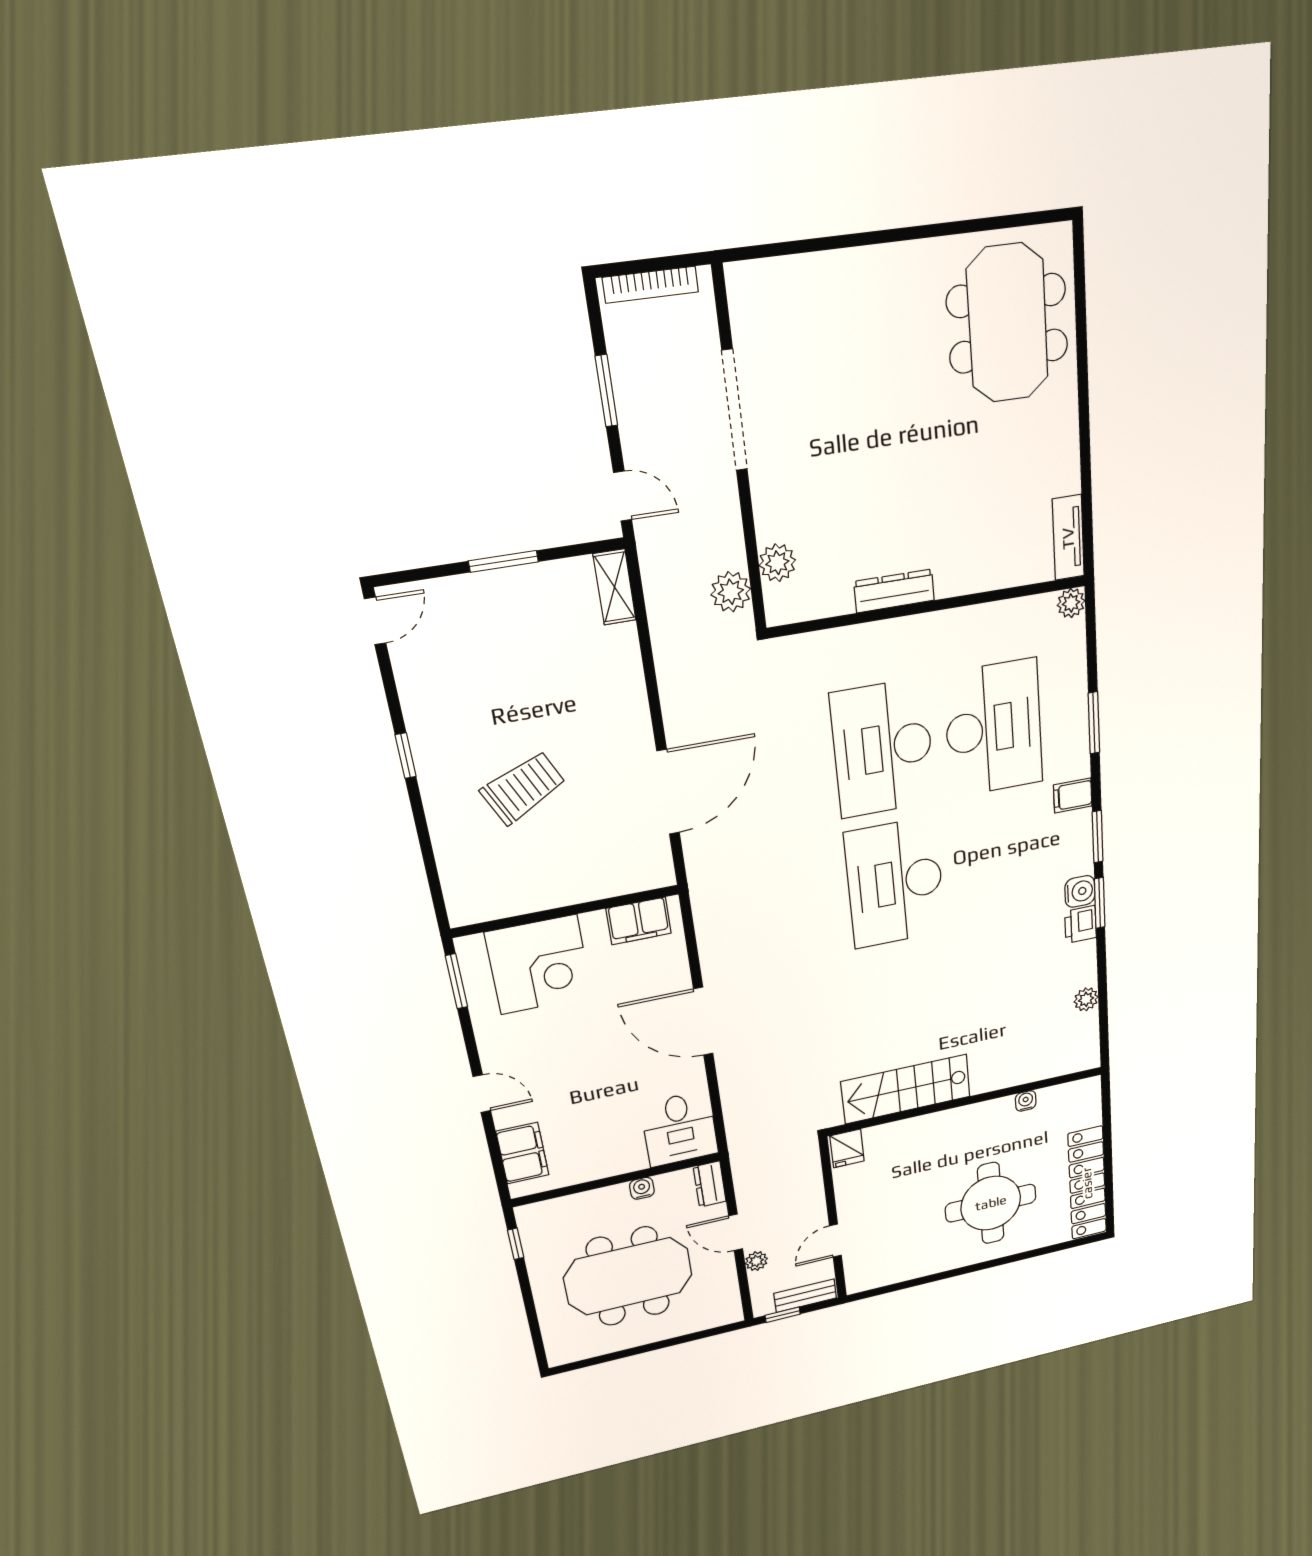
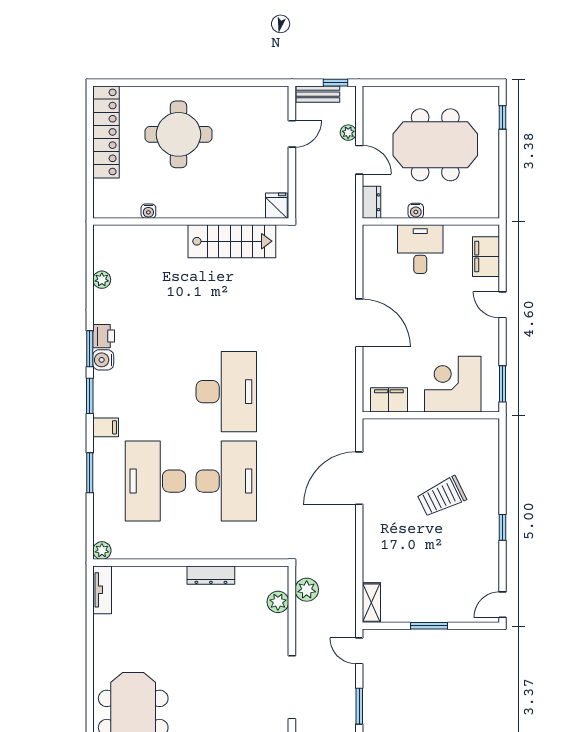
desk: (680, 1129) -> (420, 249), moved
window: (516, 1244) -> (502, 117), moved

